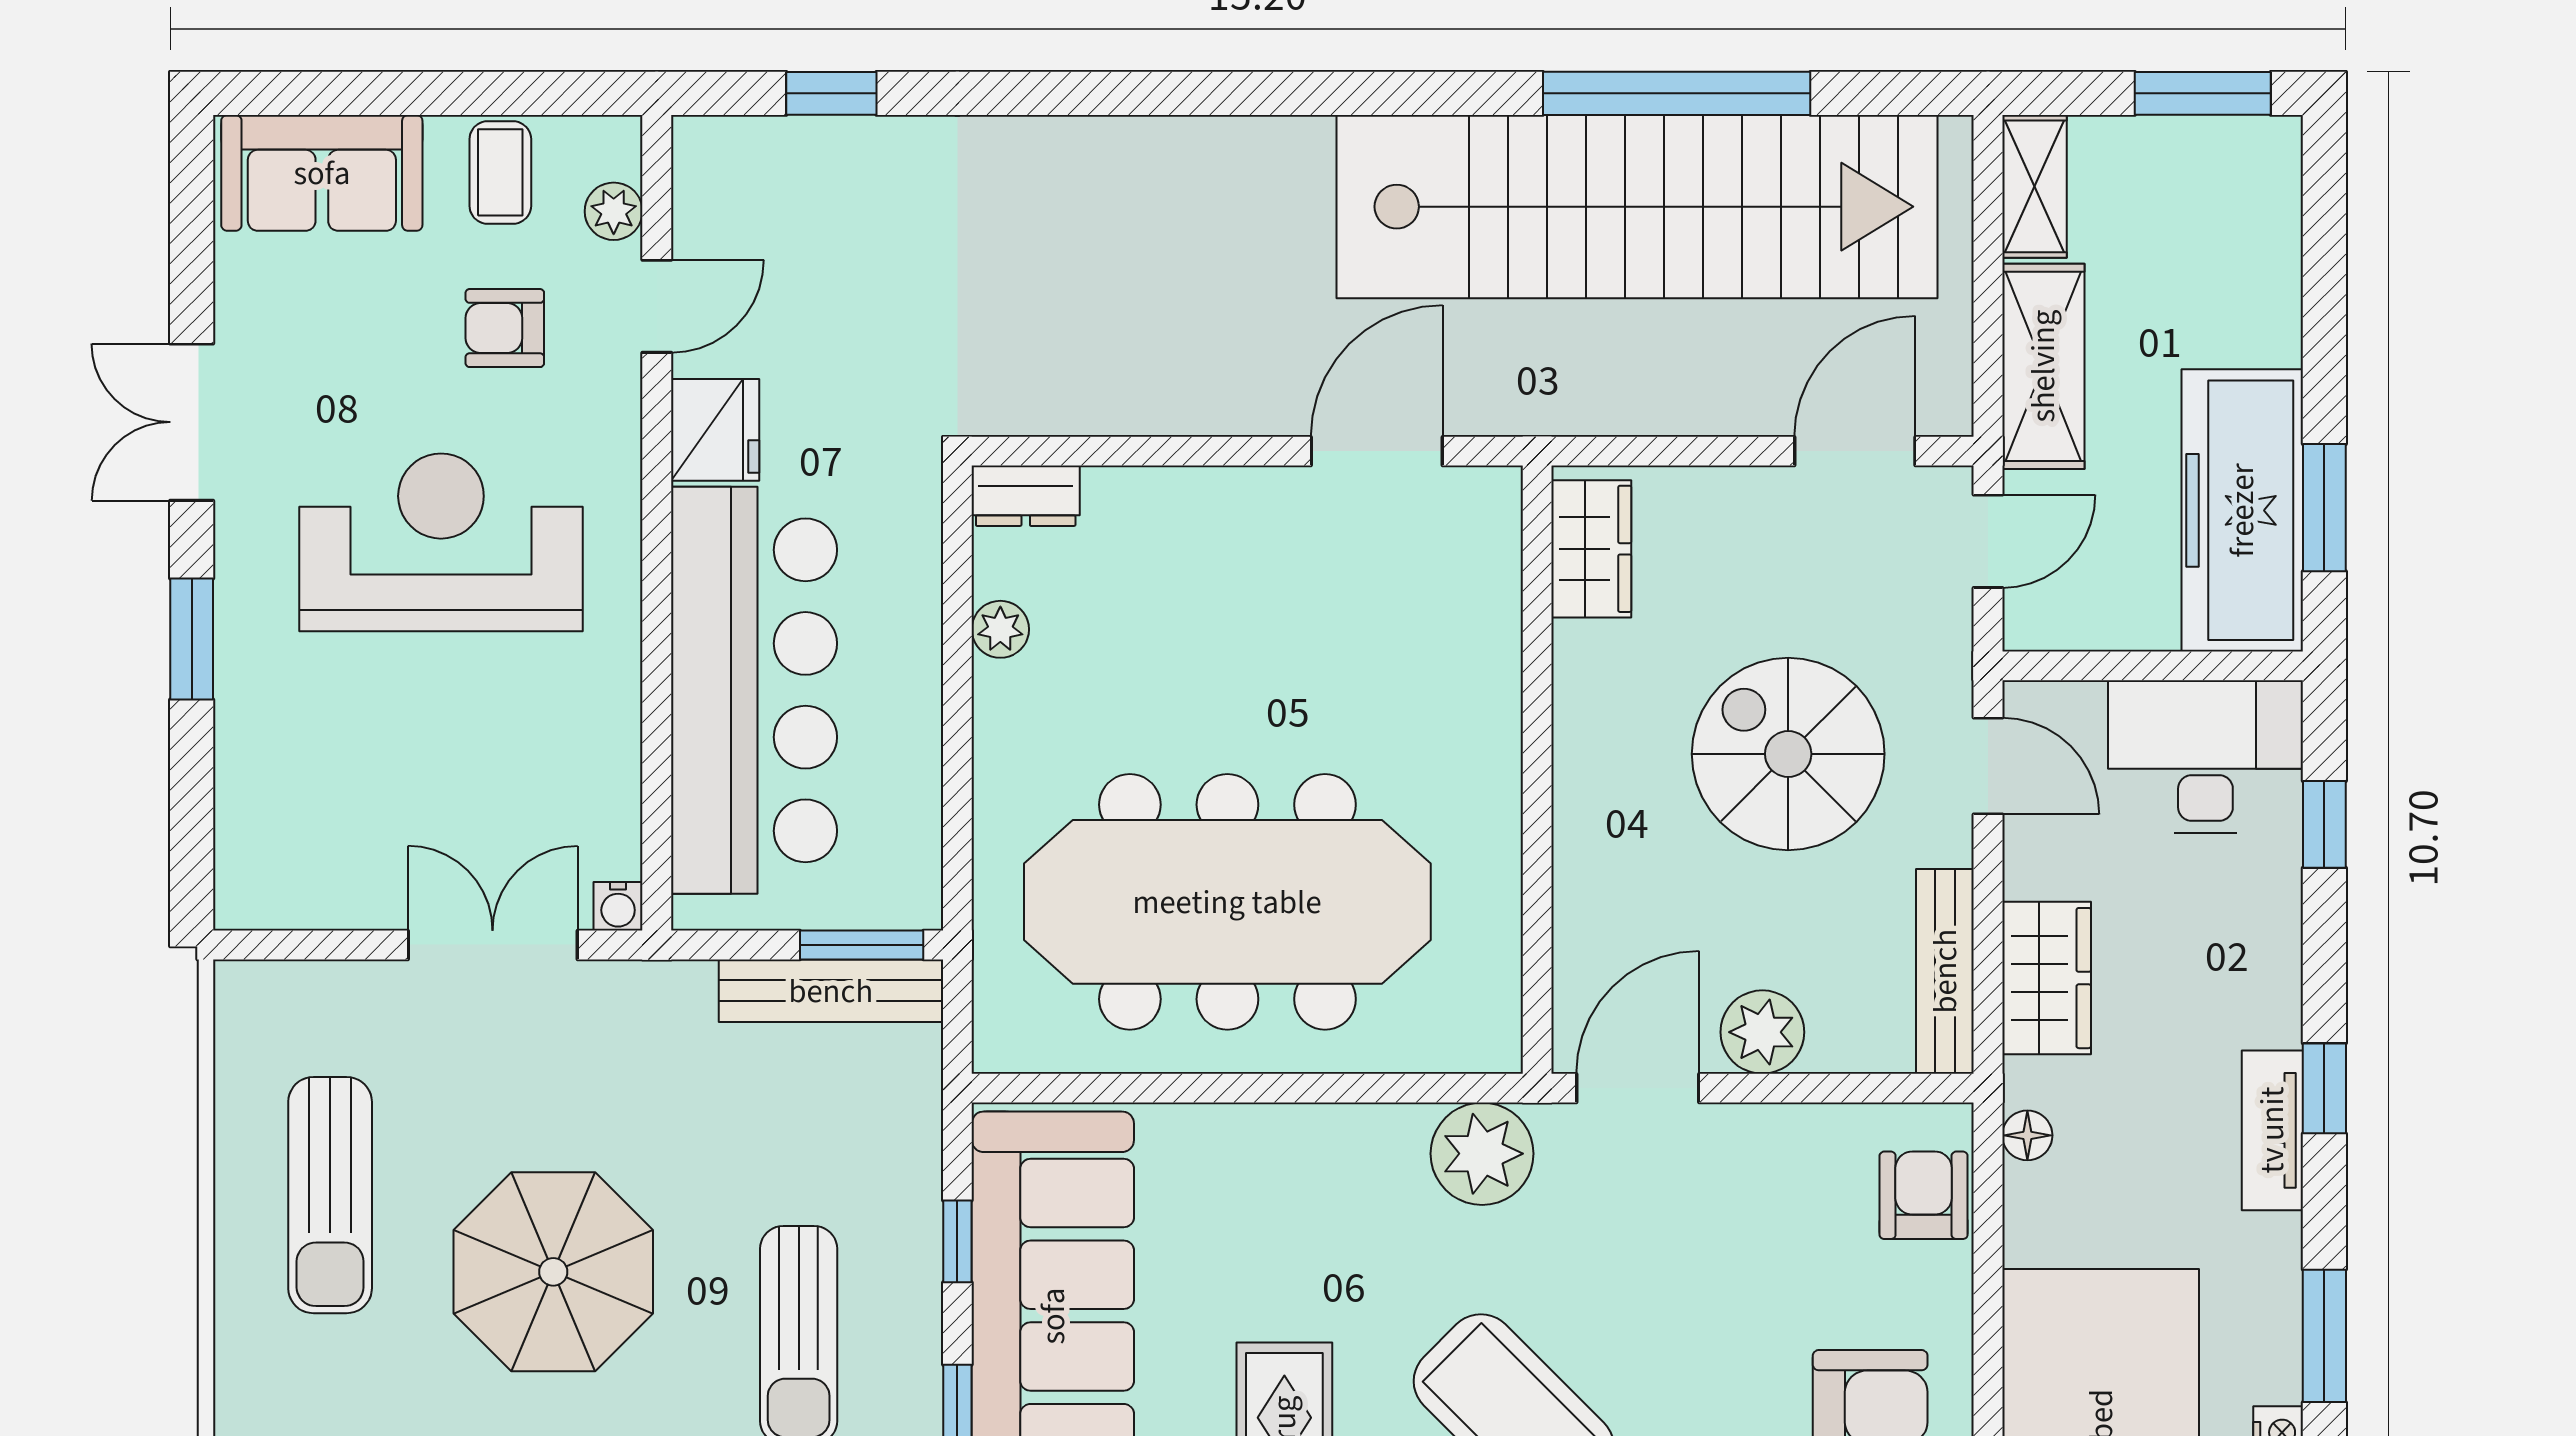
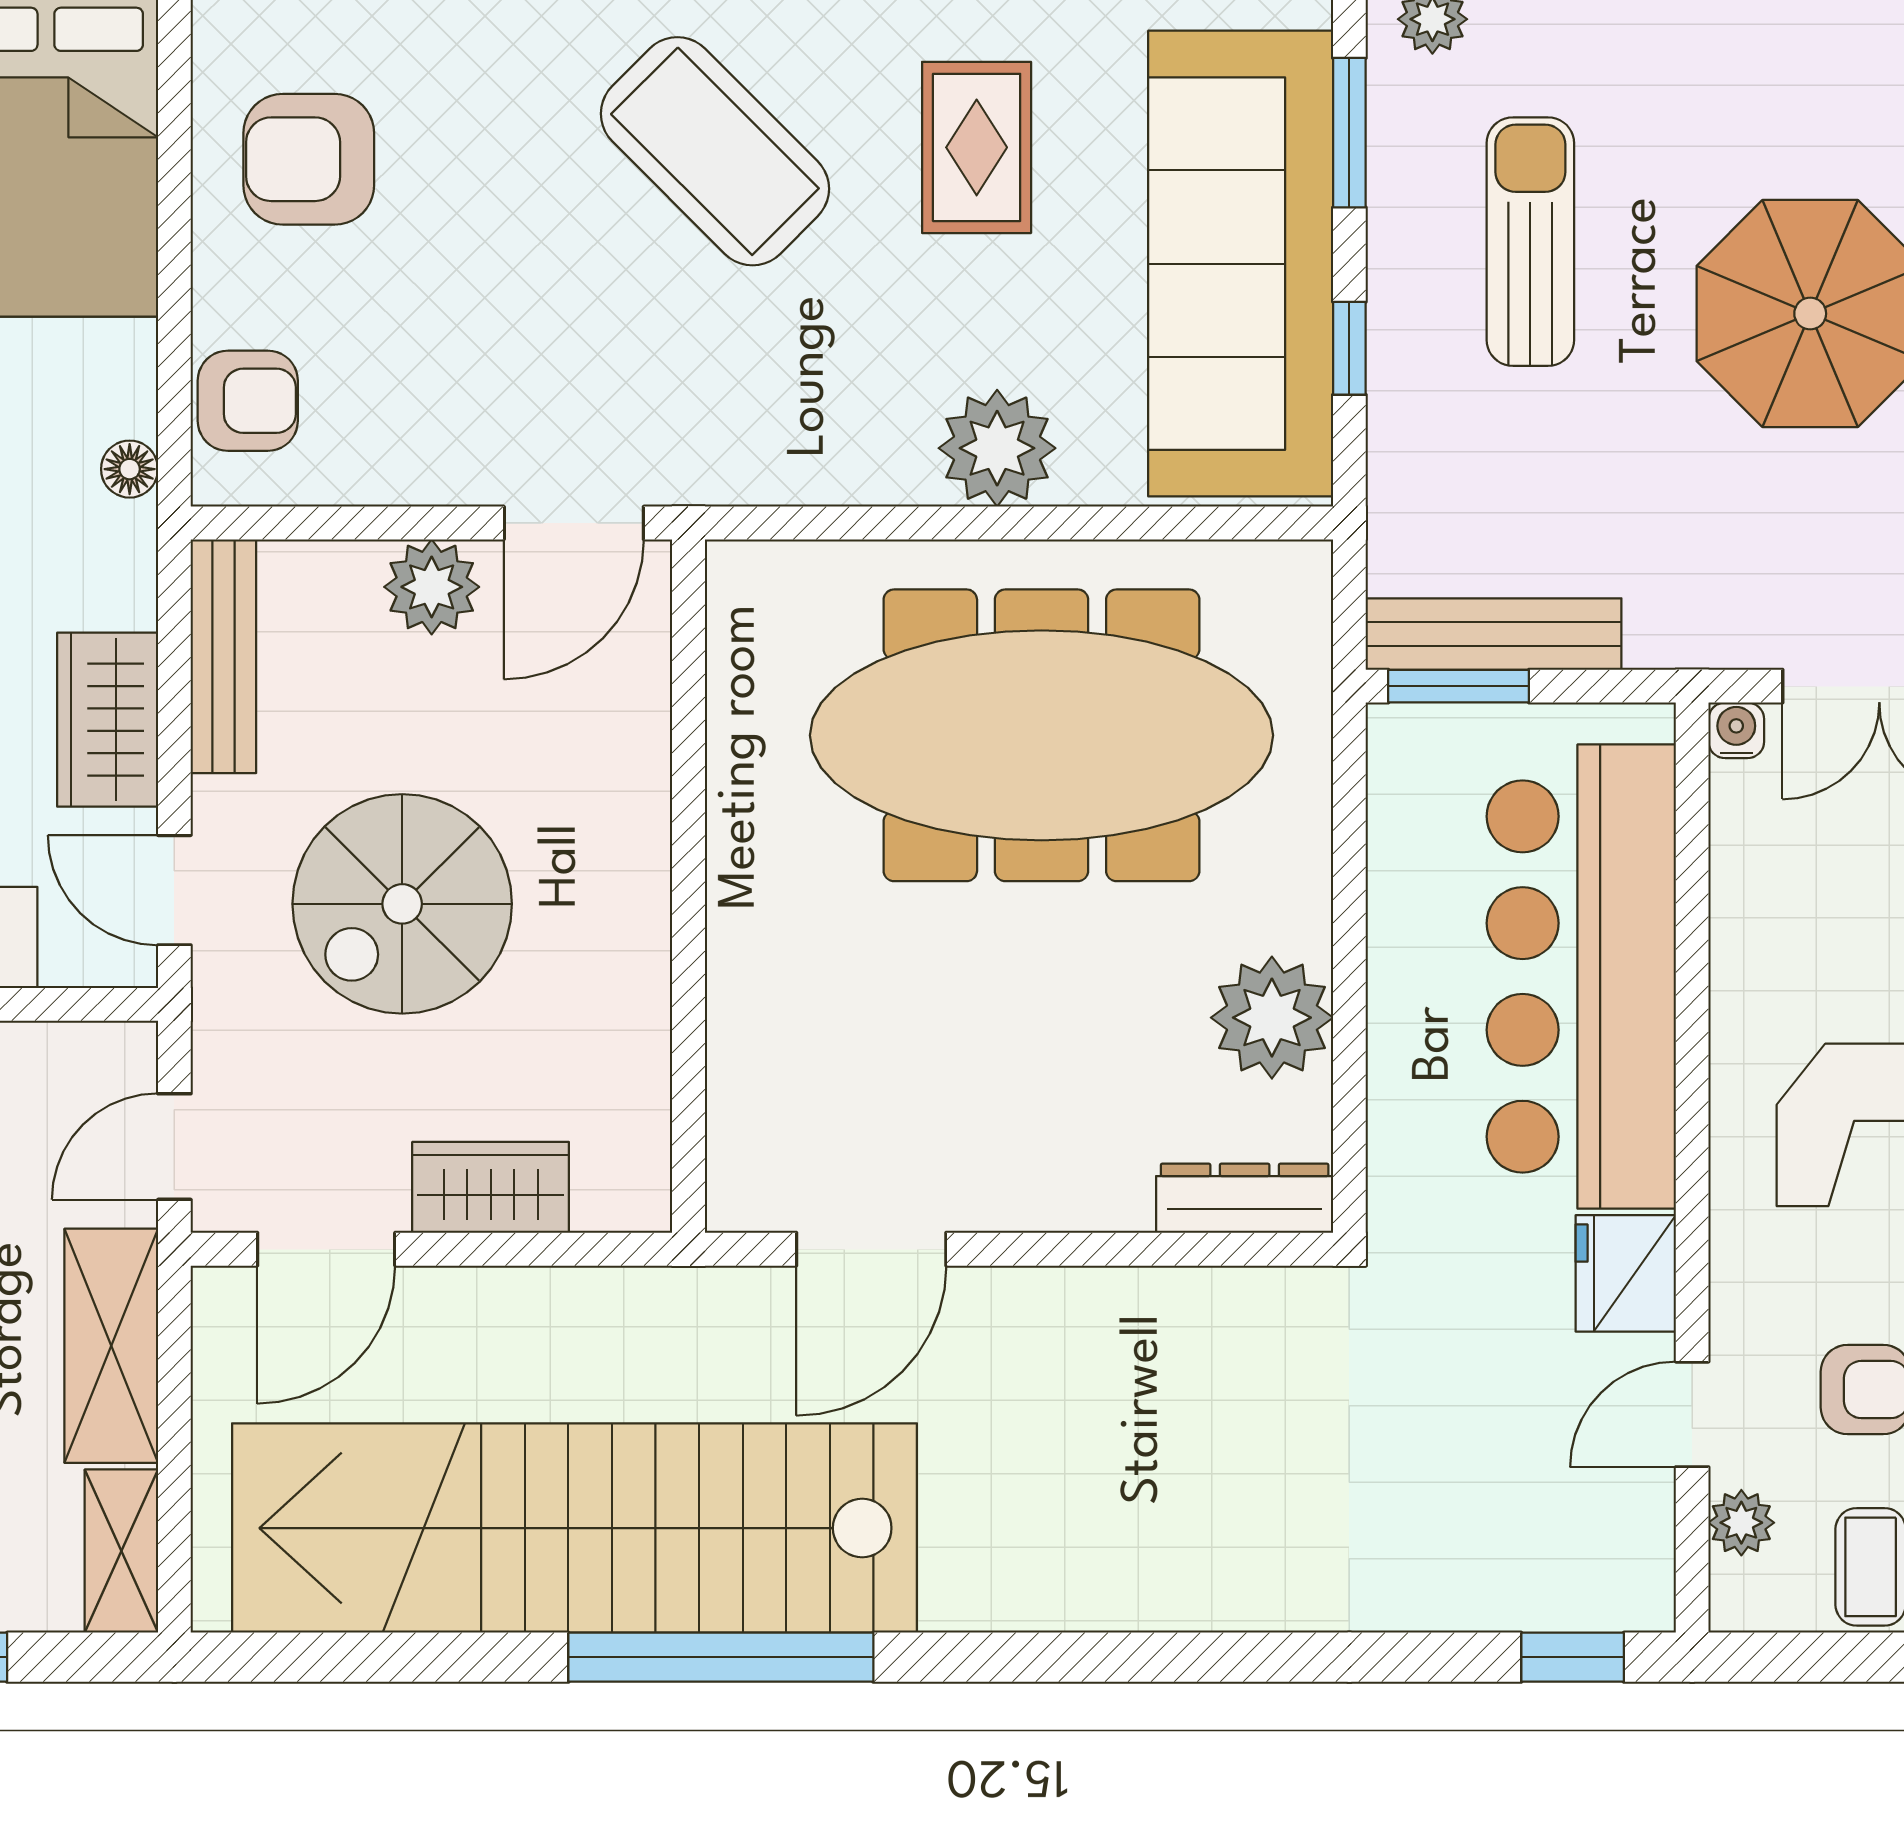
window: (831, 93) -> (1573, 1657), moved
window: (1677, 93) -> (721, 1657), moved
dresser: (1026, 496) -> (1245, 1198), width x1.44
wardrobe: (1591, 549) -> (491, 1187), moved, turned 90
plant: (1000, 629) -> (1272, 1018), width x1.87, depth x1.87
spiral stairs: (1788, 754) -> (402, 904), turned 90
wardrobe: (2047, 978) -> (108, 720), moved
plant: (1482, 1154) -> (997, 448), moved
armchair: (1924, 1195) -> (248, 401), turned -90

